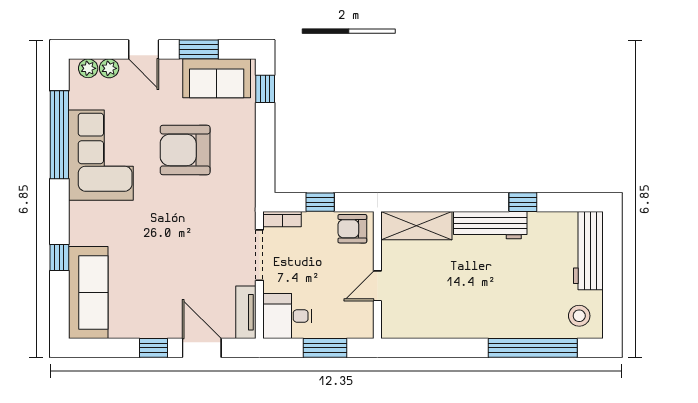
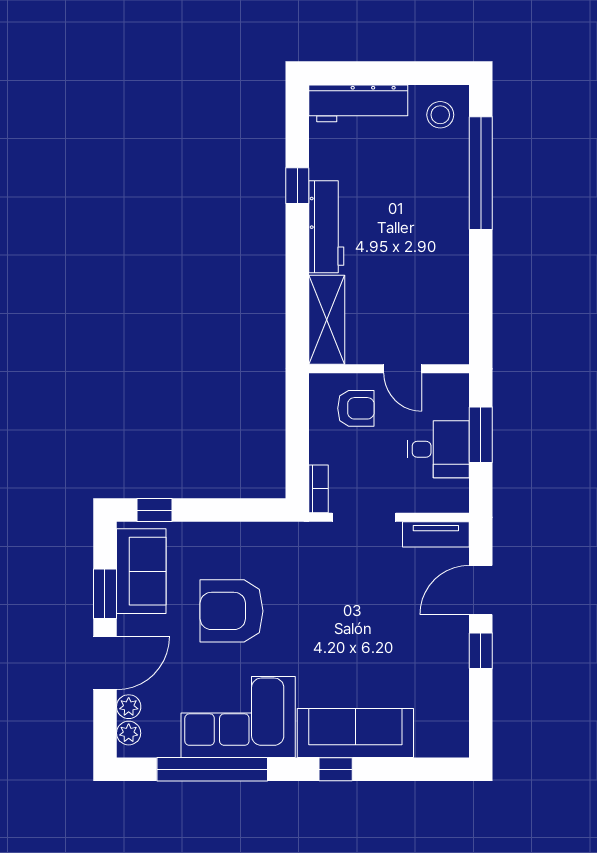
door: (144, 49) -> (105, 663), width x1.38
armchair: (185, 150) -> (231, 611), turned 90
window: (320, 202) -> (297, 441), removed
armchair: (352, 229) -> (356, 408), moved, turned -90
window: (59, 258) -> (336, 769), moved
sofa: (88, 293) -> (355, 733), moved
desk: (287, 316) -> (438, 449), moved, turned -90

